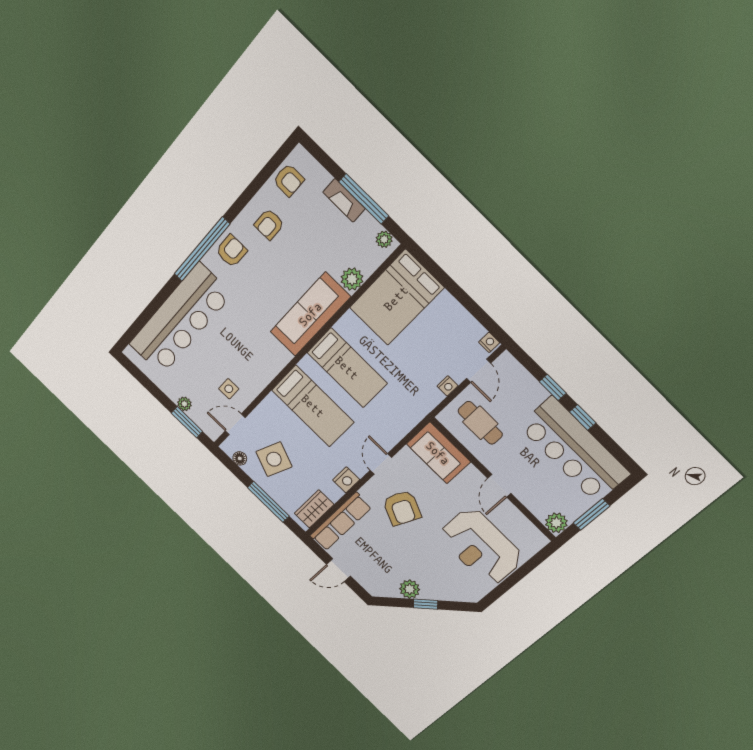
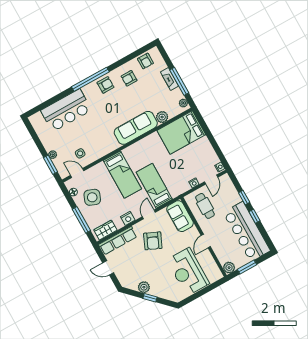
bar counter: (180, 319) -> (66, 110), width x0.73
bed: (347, 368) -> (154, 186), moved, turned 180

